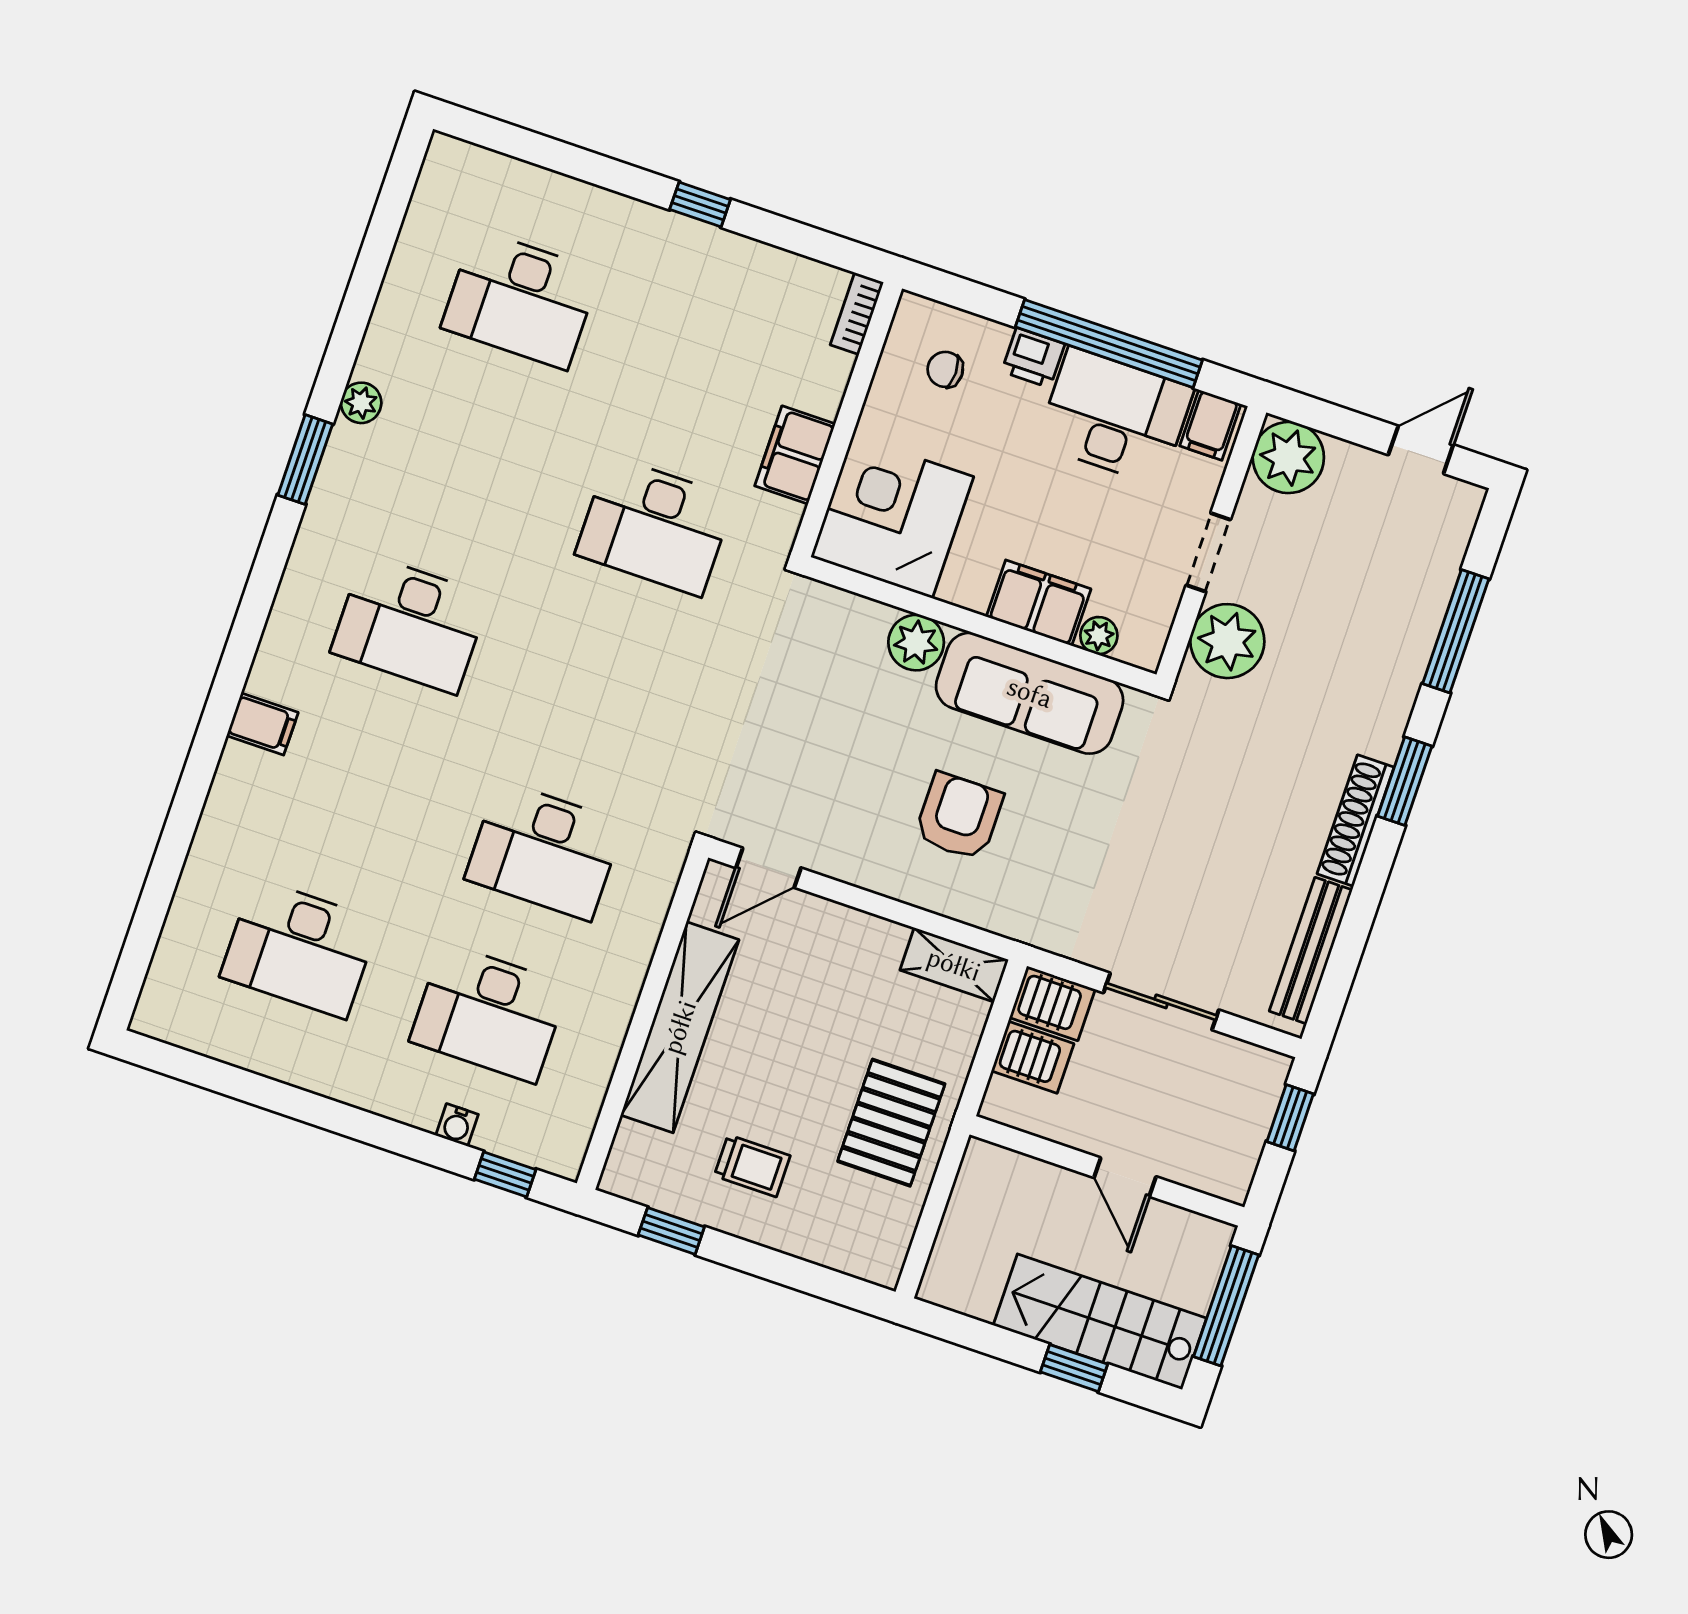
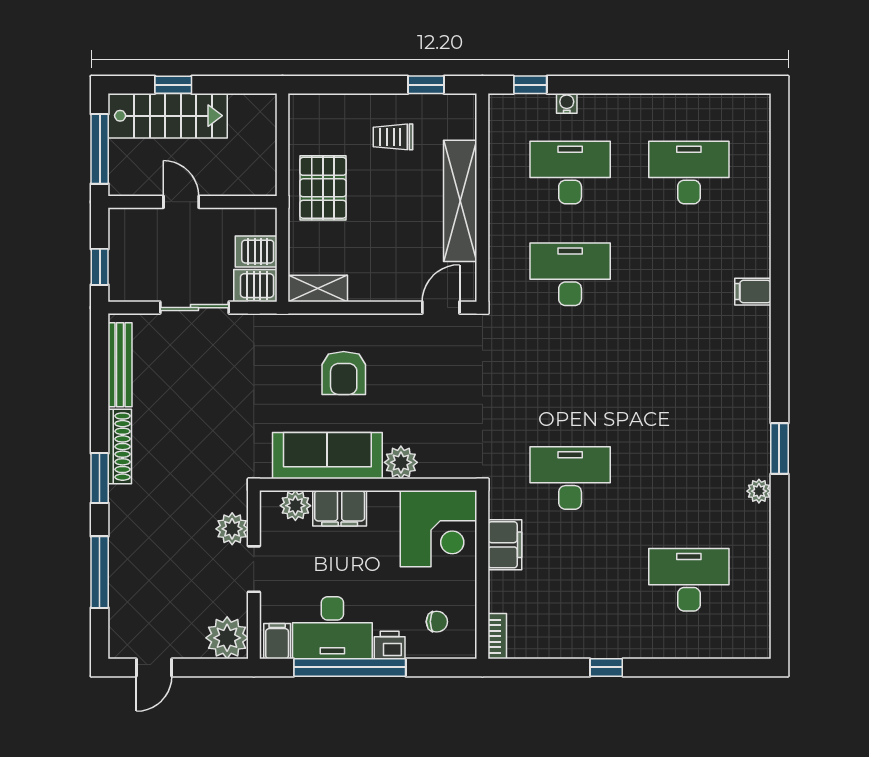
desk: (410, 624) -> (689, 376), removed
plant: (1099, 636) -> (295, 506), width x1.38, depth x1.38
plant: (1227, 641) -> (232, 529), width x0.73, depth x0.73

